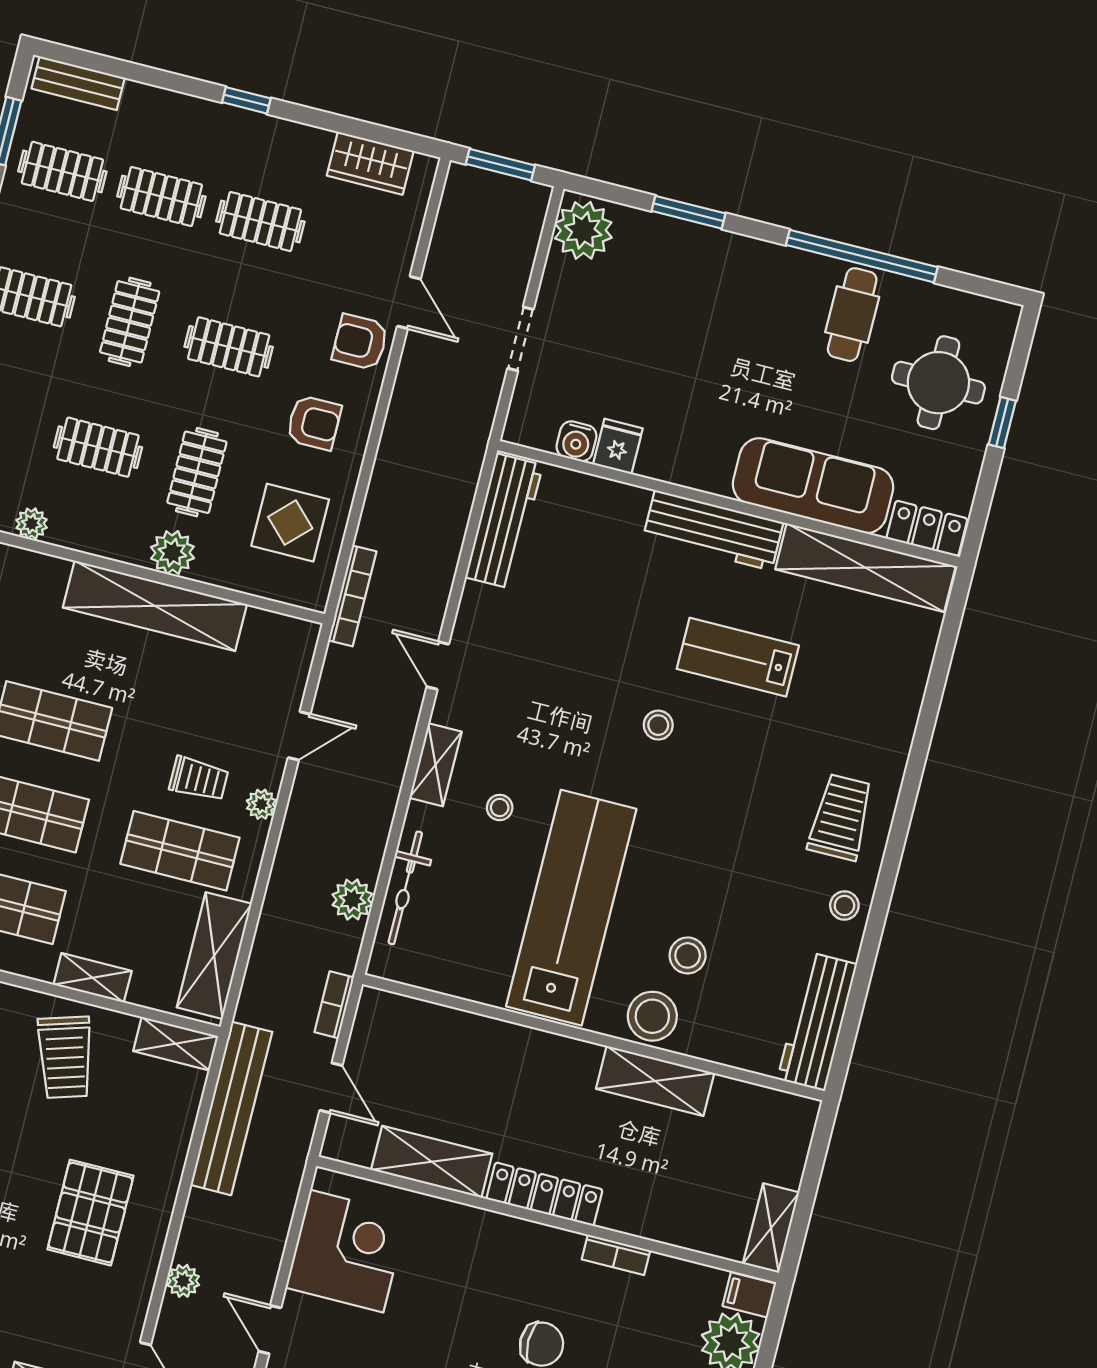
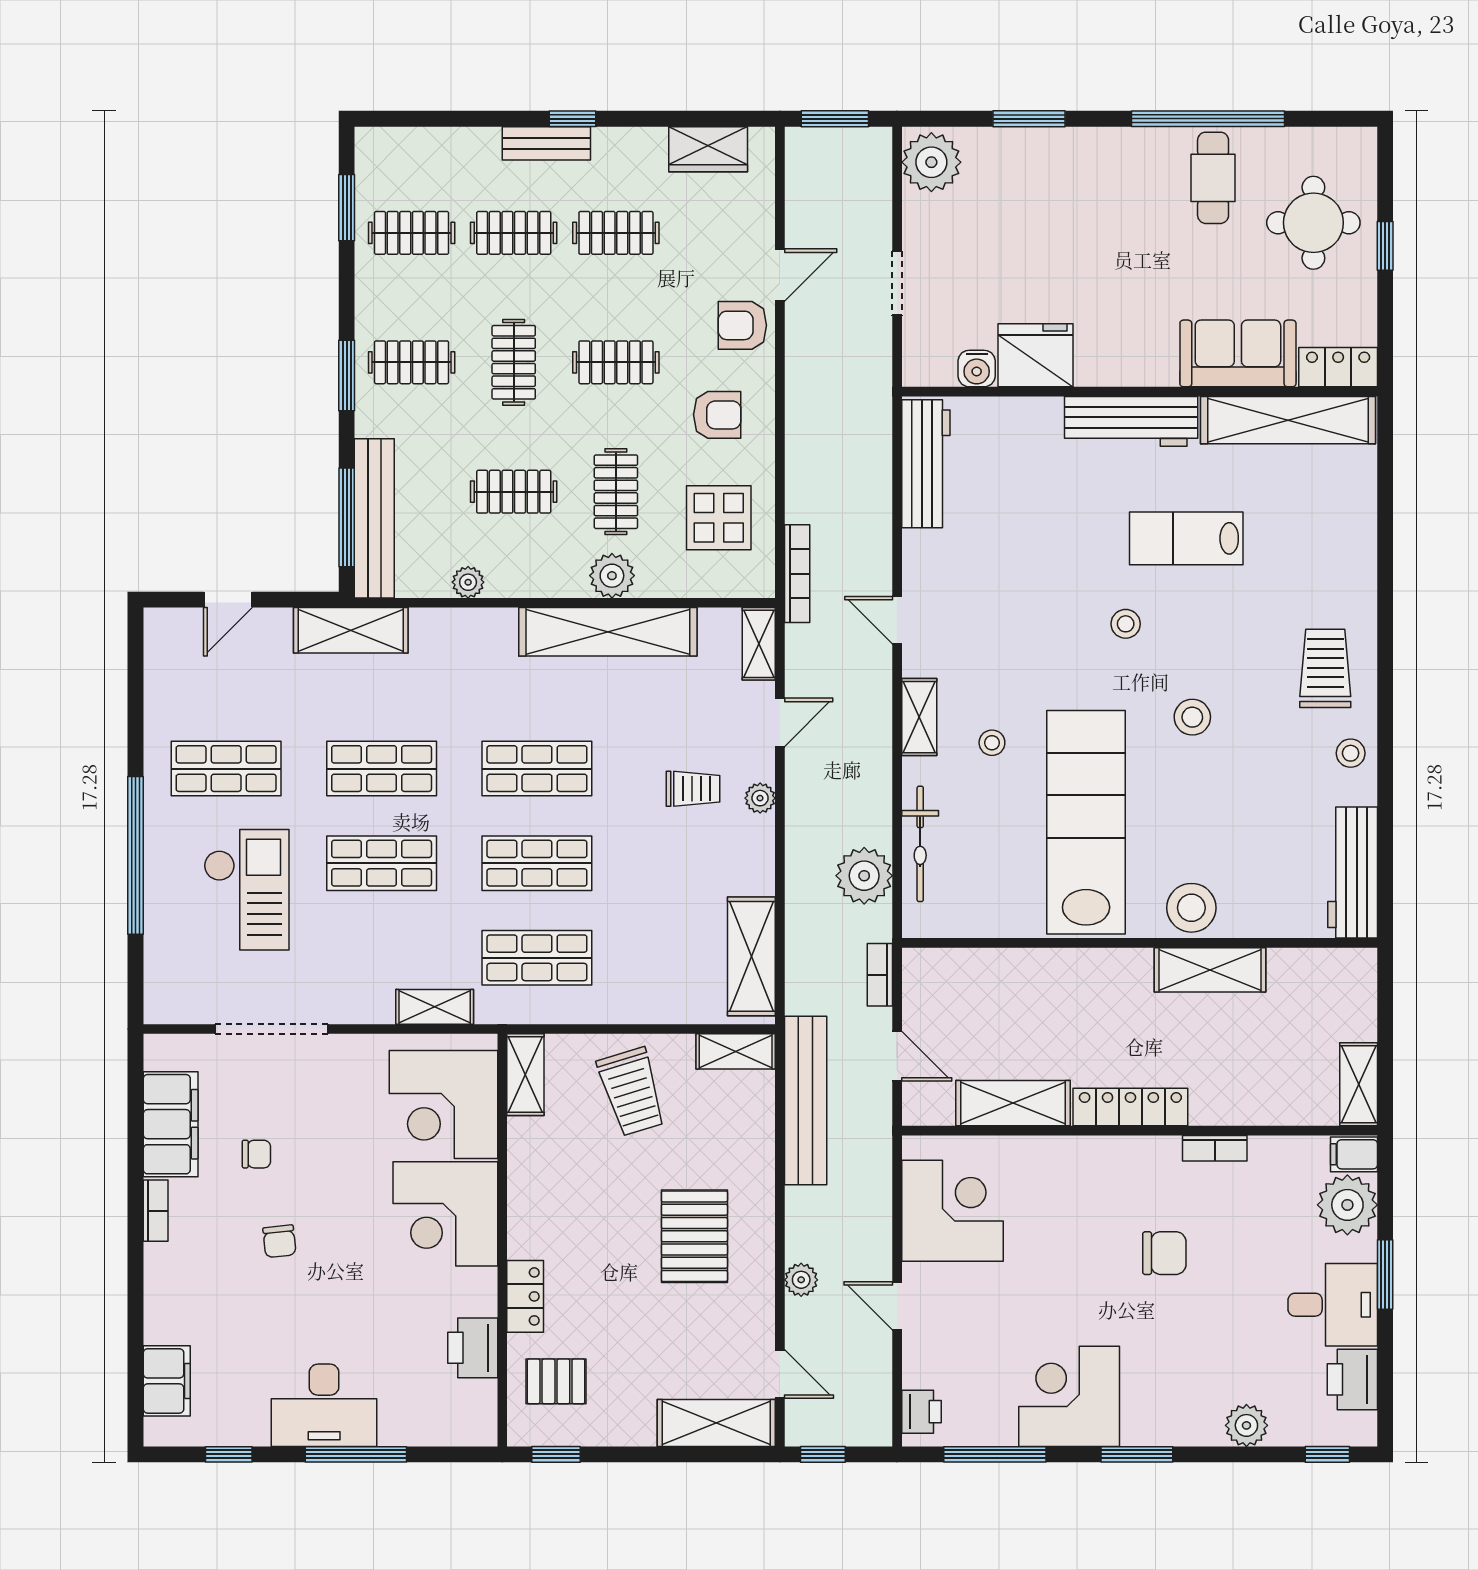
bench: (78, 83) -> (546, 143), moved
door: (409, 303) -> (780, 275), hinge flipped
fridge: (618, 446) -> (1036, 355), width x1.88, depth x1.34
sofa: (813, 486) -> (1238, 353), width x0.73
shop shelf: (180, 851) -> (692, 863), removed
plant: (352, 900) -> (864, 876), width x1.36, depth x1.36
stool: (688, 955) -> (1192, 717), moved
shelving: (93, 978) -> (759, 644), moved, turned 90

